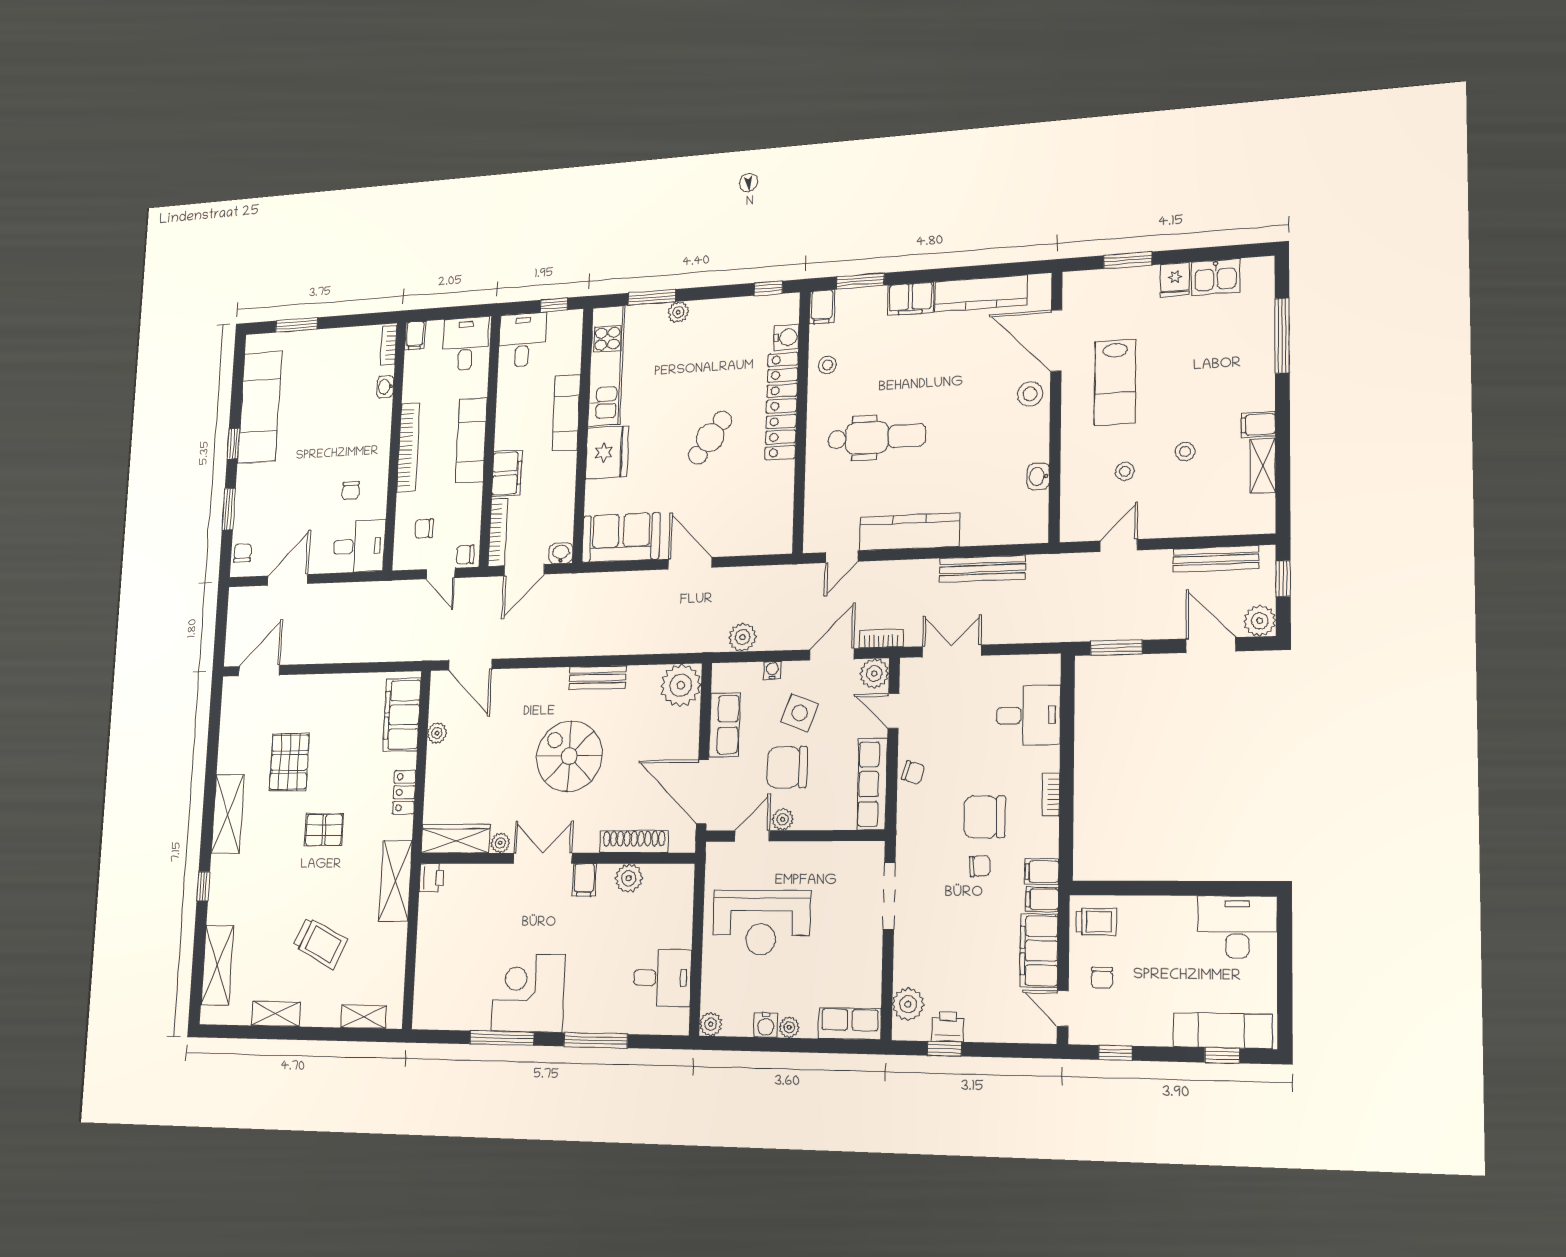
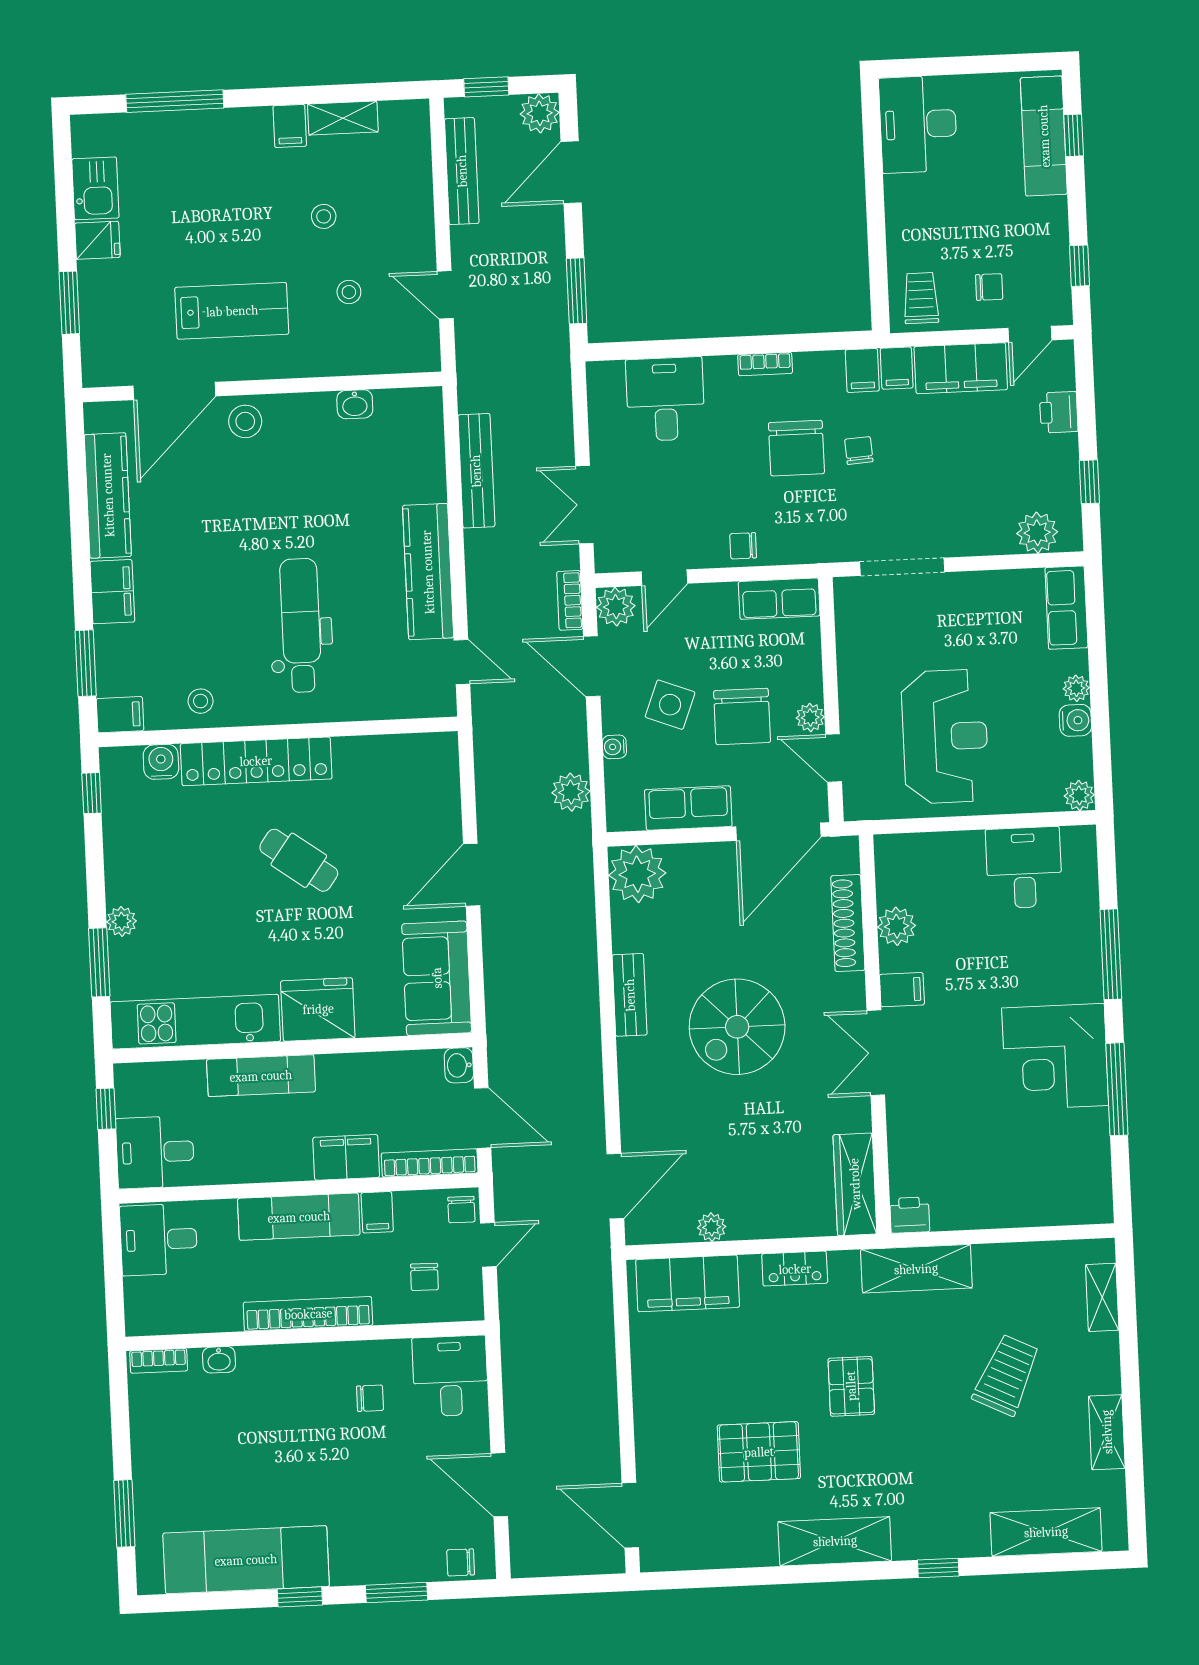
filing cabinet: (415, 336) -> (377, 1212), moved, turned 90
chair: (913, 773) -> (743, 546), turned -108
row of seats: (872, 784) -> (779, 599), width x0.68
plant: (500, 843) -> (858, 1117), removed
printer: (948, 1027) -> (1059, 412), moved

